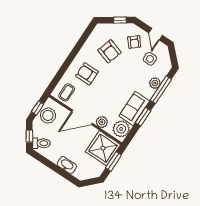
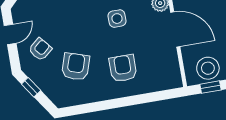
side table: (150, 59) -> (117, 19), moved
armchair: (87, 74) -> (123, 68), turned 180
coffee table: (67, 92) -> (164, 71), removed

